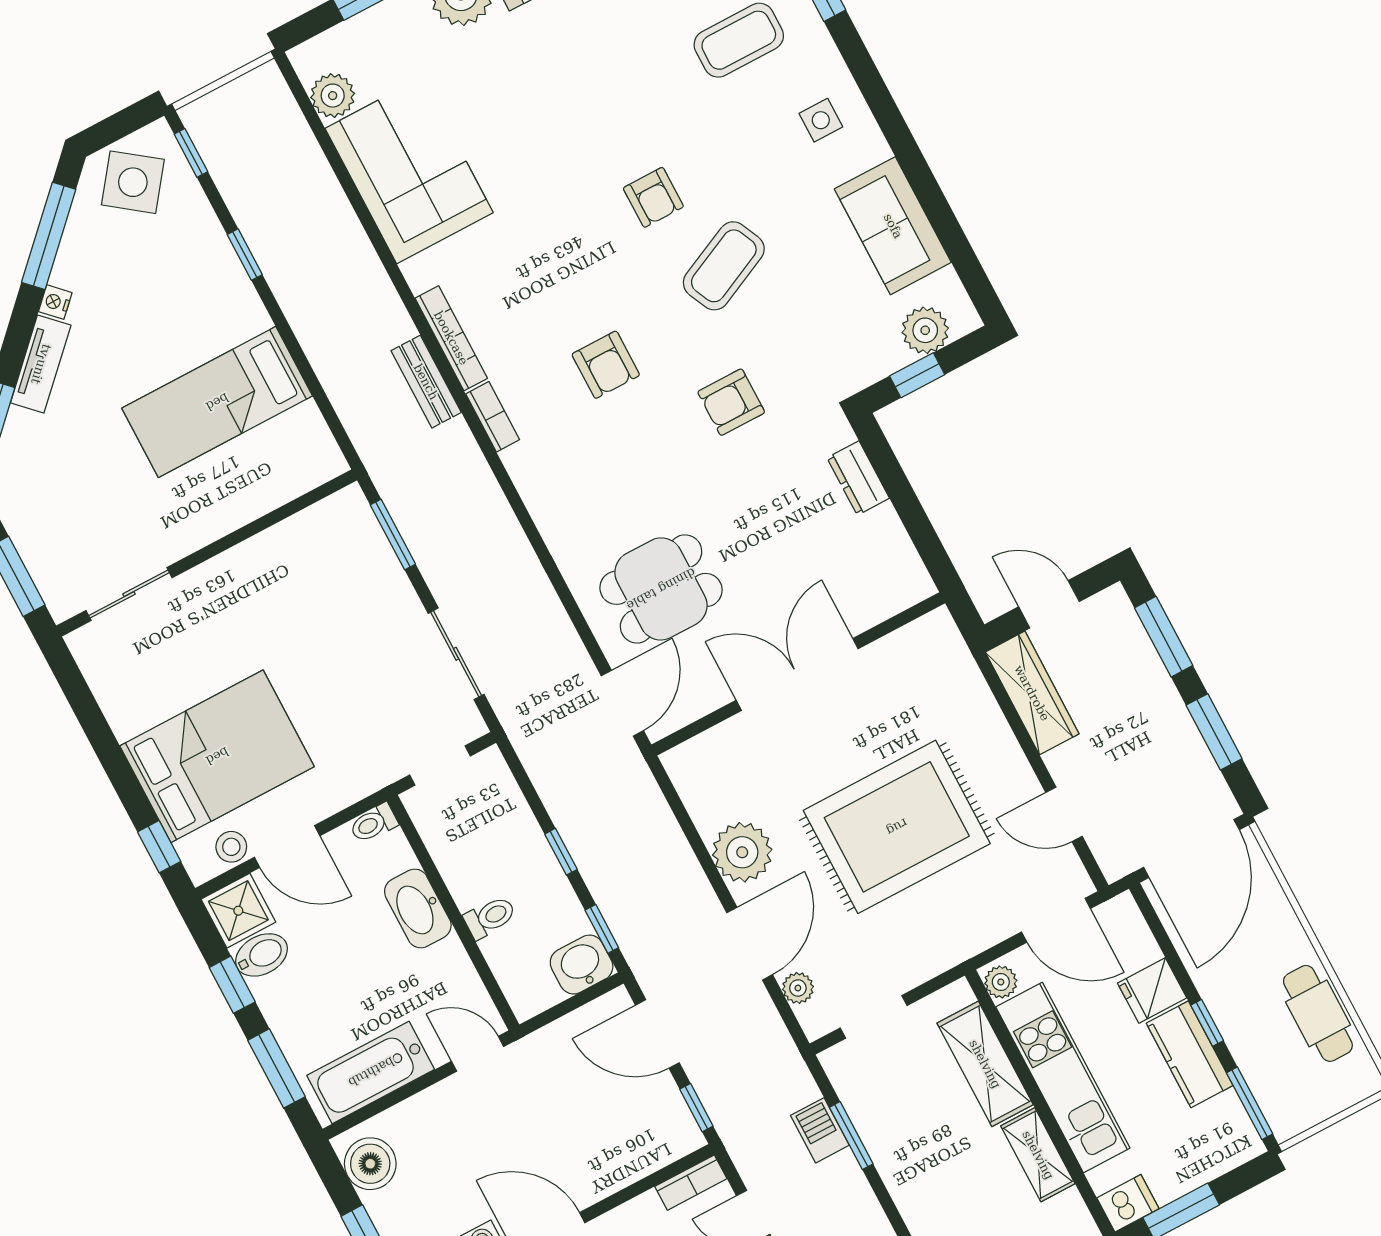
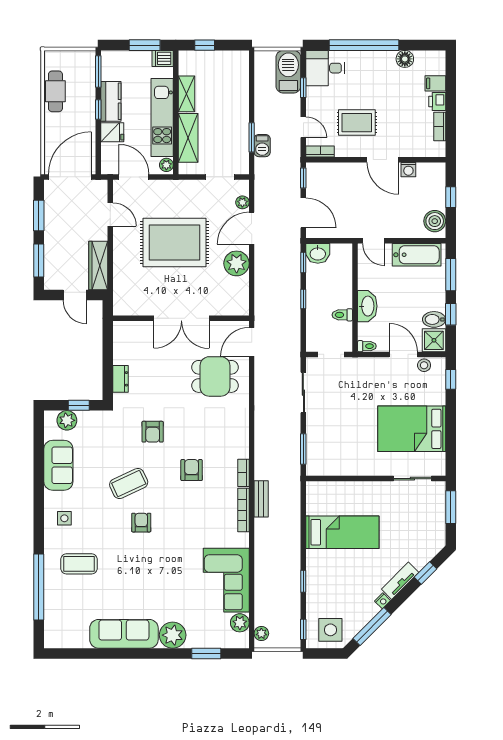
plant: (275, 97) -> (261, 633), added
side table: (133, 182) -> (330, 630), turned -37
armchair: (731, 402) -> (153, 432), turned 90
bed: (217, 756) -> (412, 429), moved
toilet: (490, 917) -> (342, 315), moved

